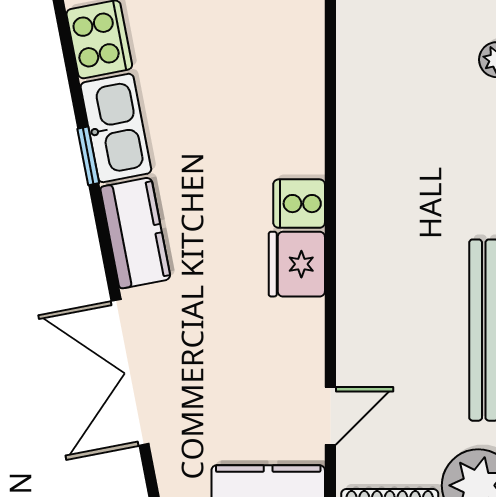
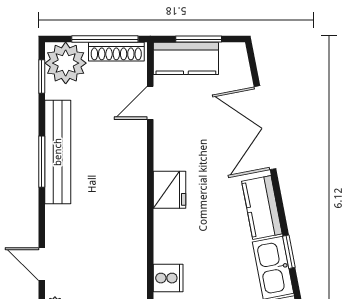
cooker: (299, 204) -> (168, 278), moved
double door: (130, 372) -> (265, 128), swing flipped

